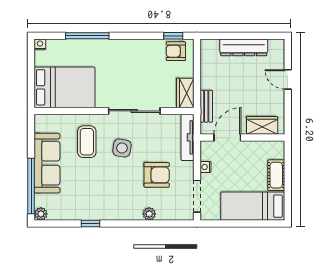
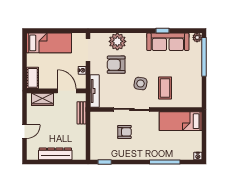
armchair: (176, 51) -> (124, 132), moved
door: (288, 79) -> (25, 132), hinge flipped
bed: (65, 87) -> (181, 121), width x0.67
wardrobe: (185, 93) -> (96, 122), removed
door: (227, 138) -> (67, 91), swing flipped
sofa: (47, 163) -> (168, 42), moved, turned -90
cot: (276, 175) -> (33, 78), moved
plant: (149, 214) -> (117, 41), width x1.87, depth x1.87

